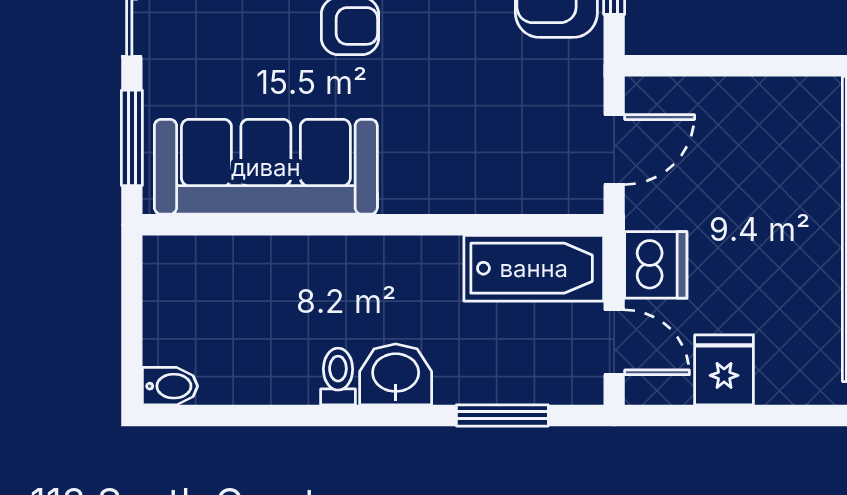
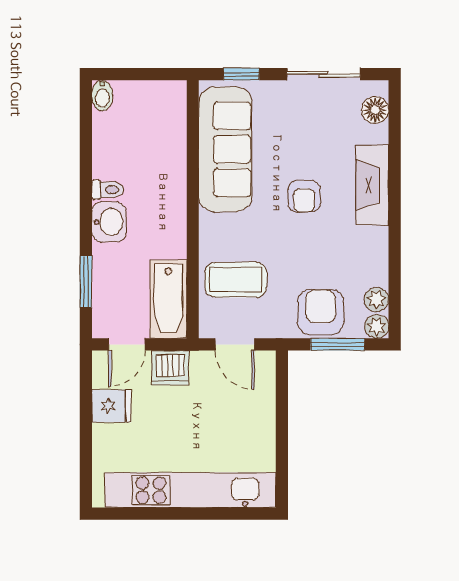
window: (132, 138) -> (241, 74), width x0.67
coffee table: (499, 148) -> (236, 280), added

